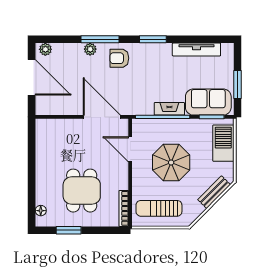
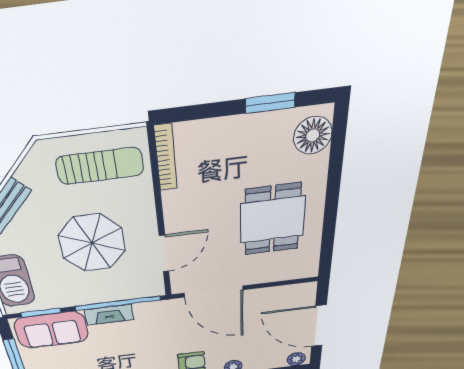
door: (130, 149) -> (164, 254), hinge flipped
dining table: (82, 191) -> (272, 220), moved
floor lamp: (41, 211) -> (313, 135), width x1.89, depth x1.89

